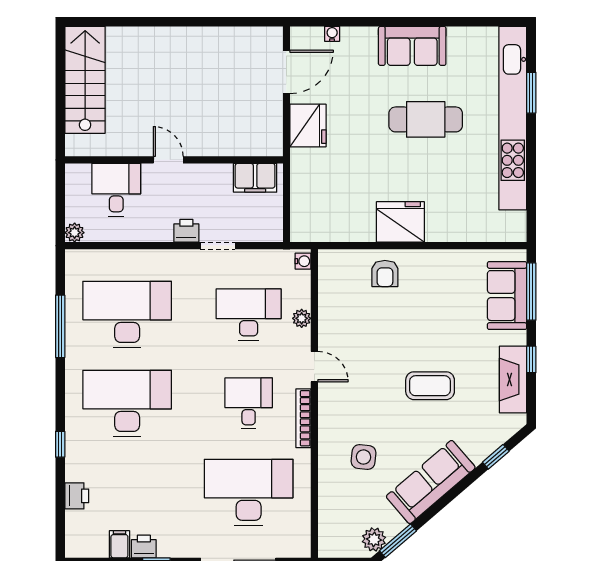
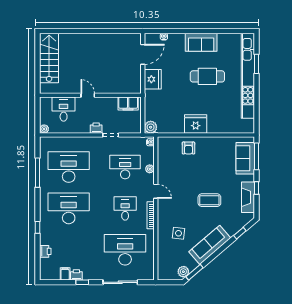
plant: (304, 229) -> (151, 127), added

